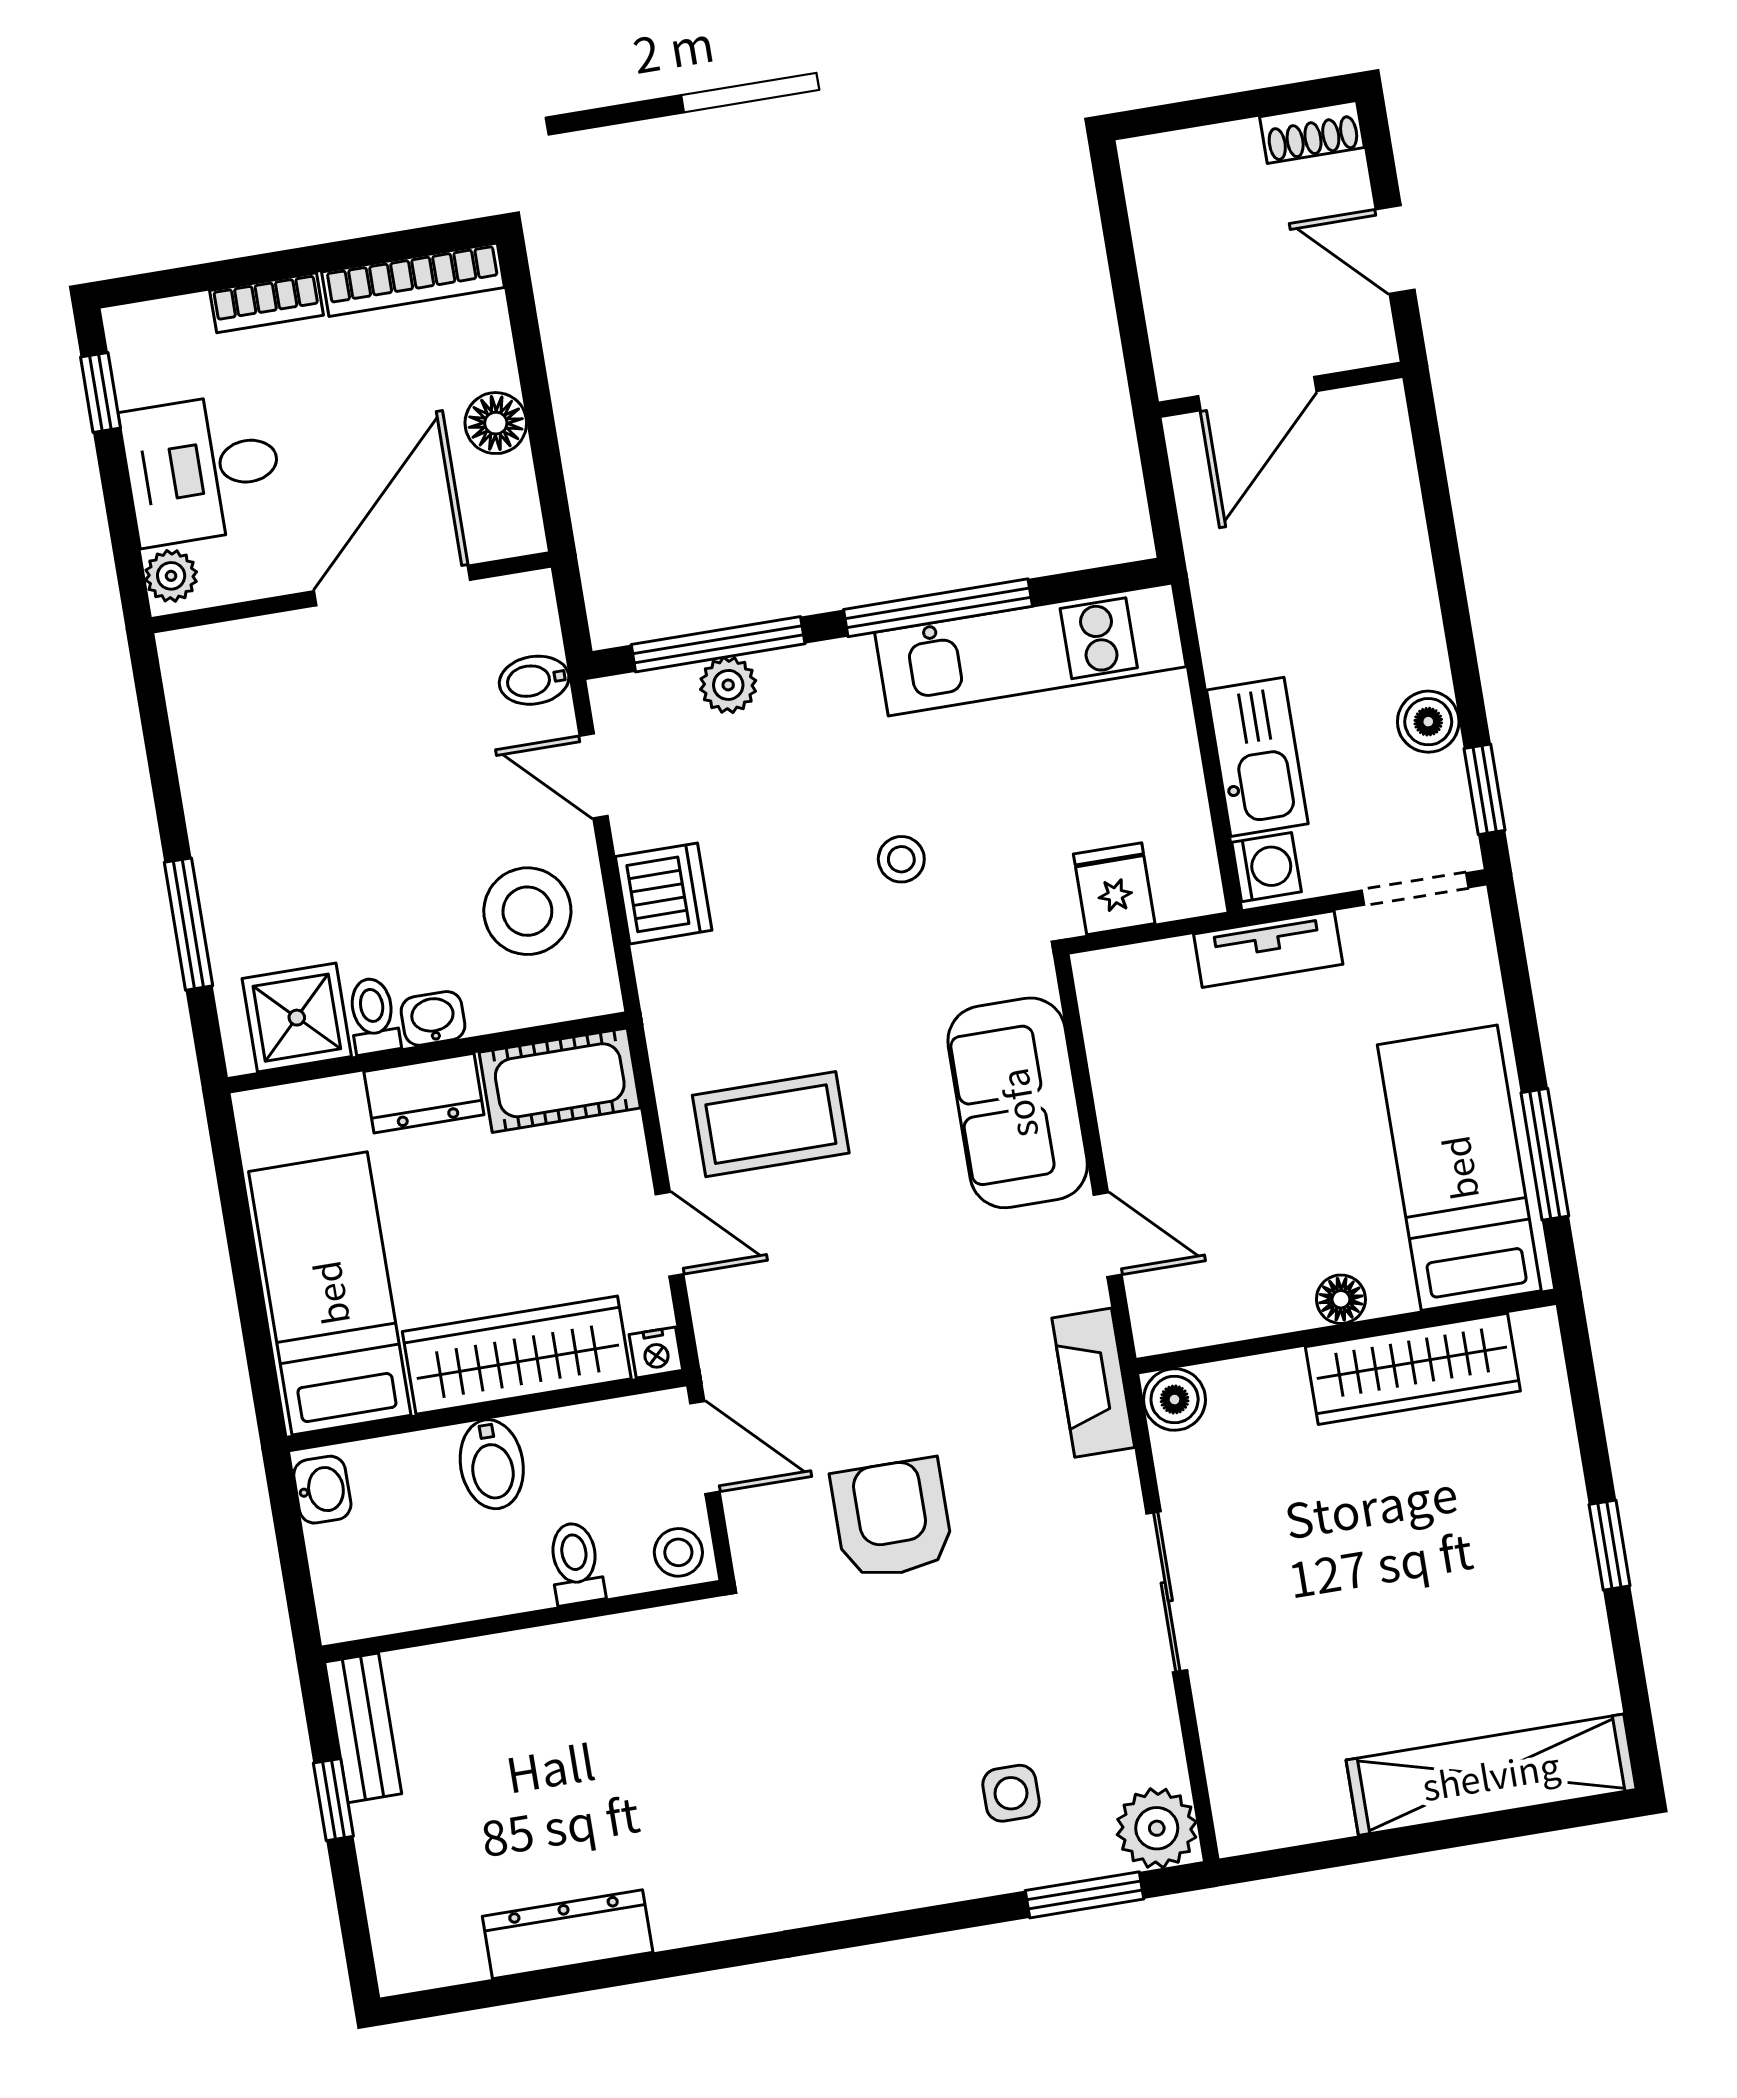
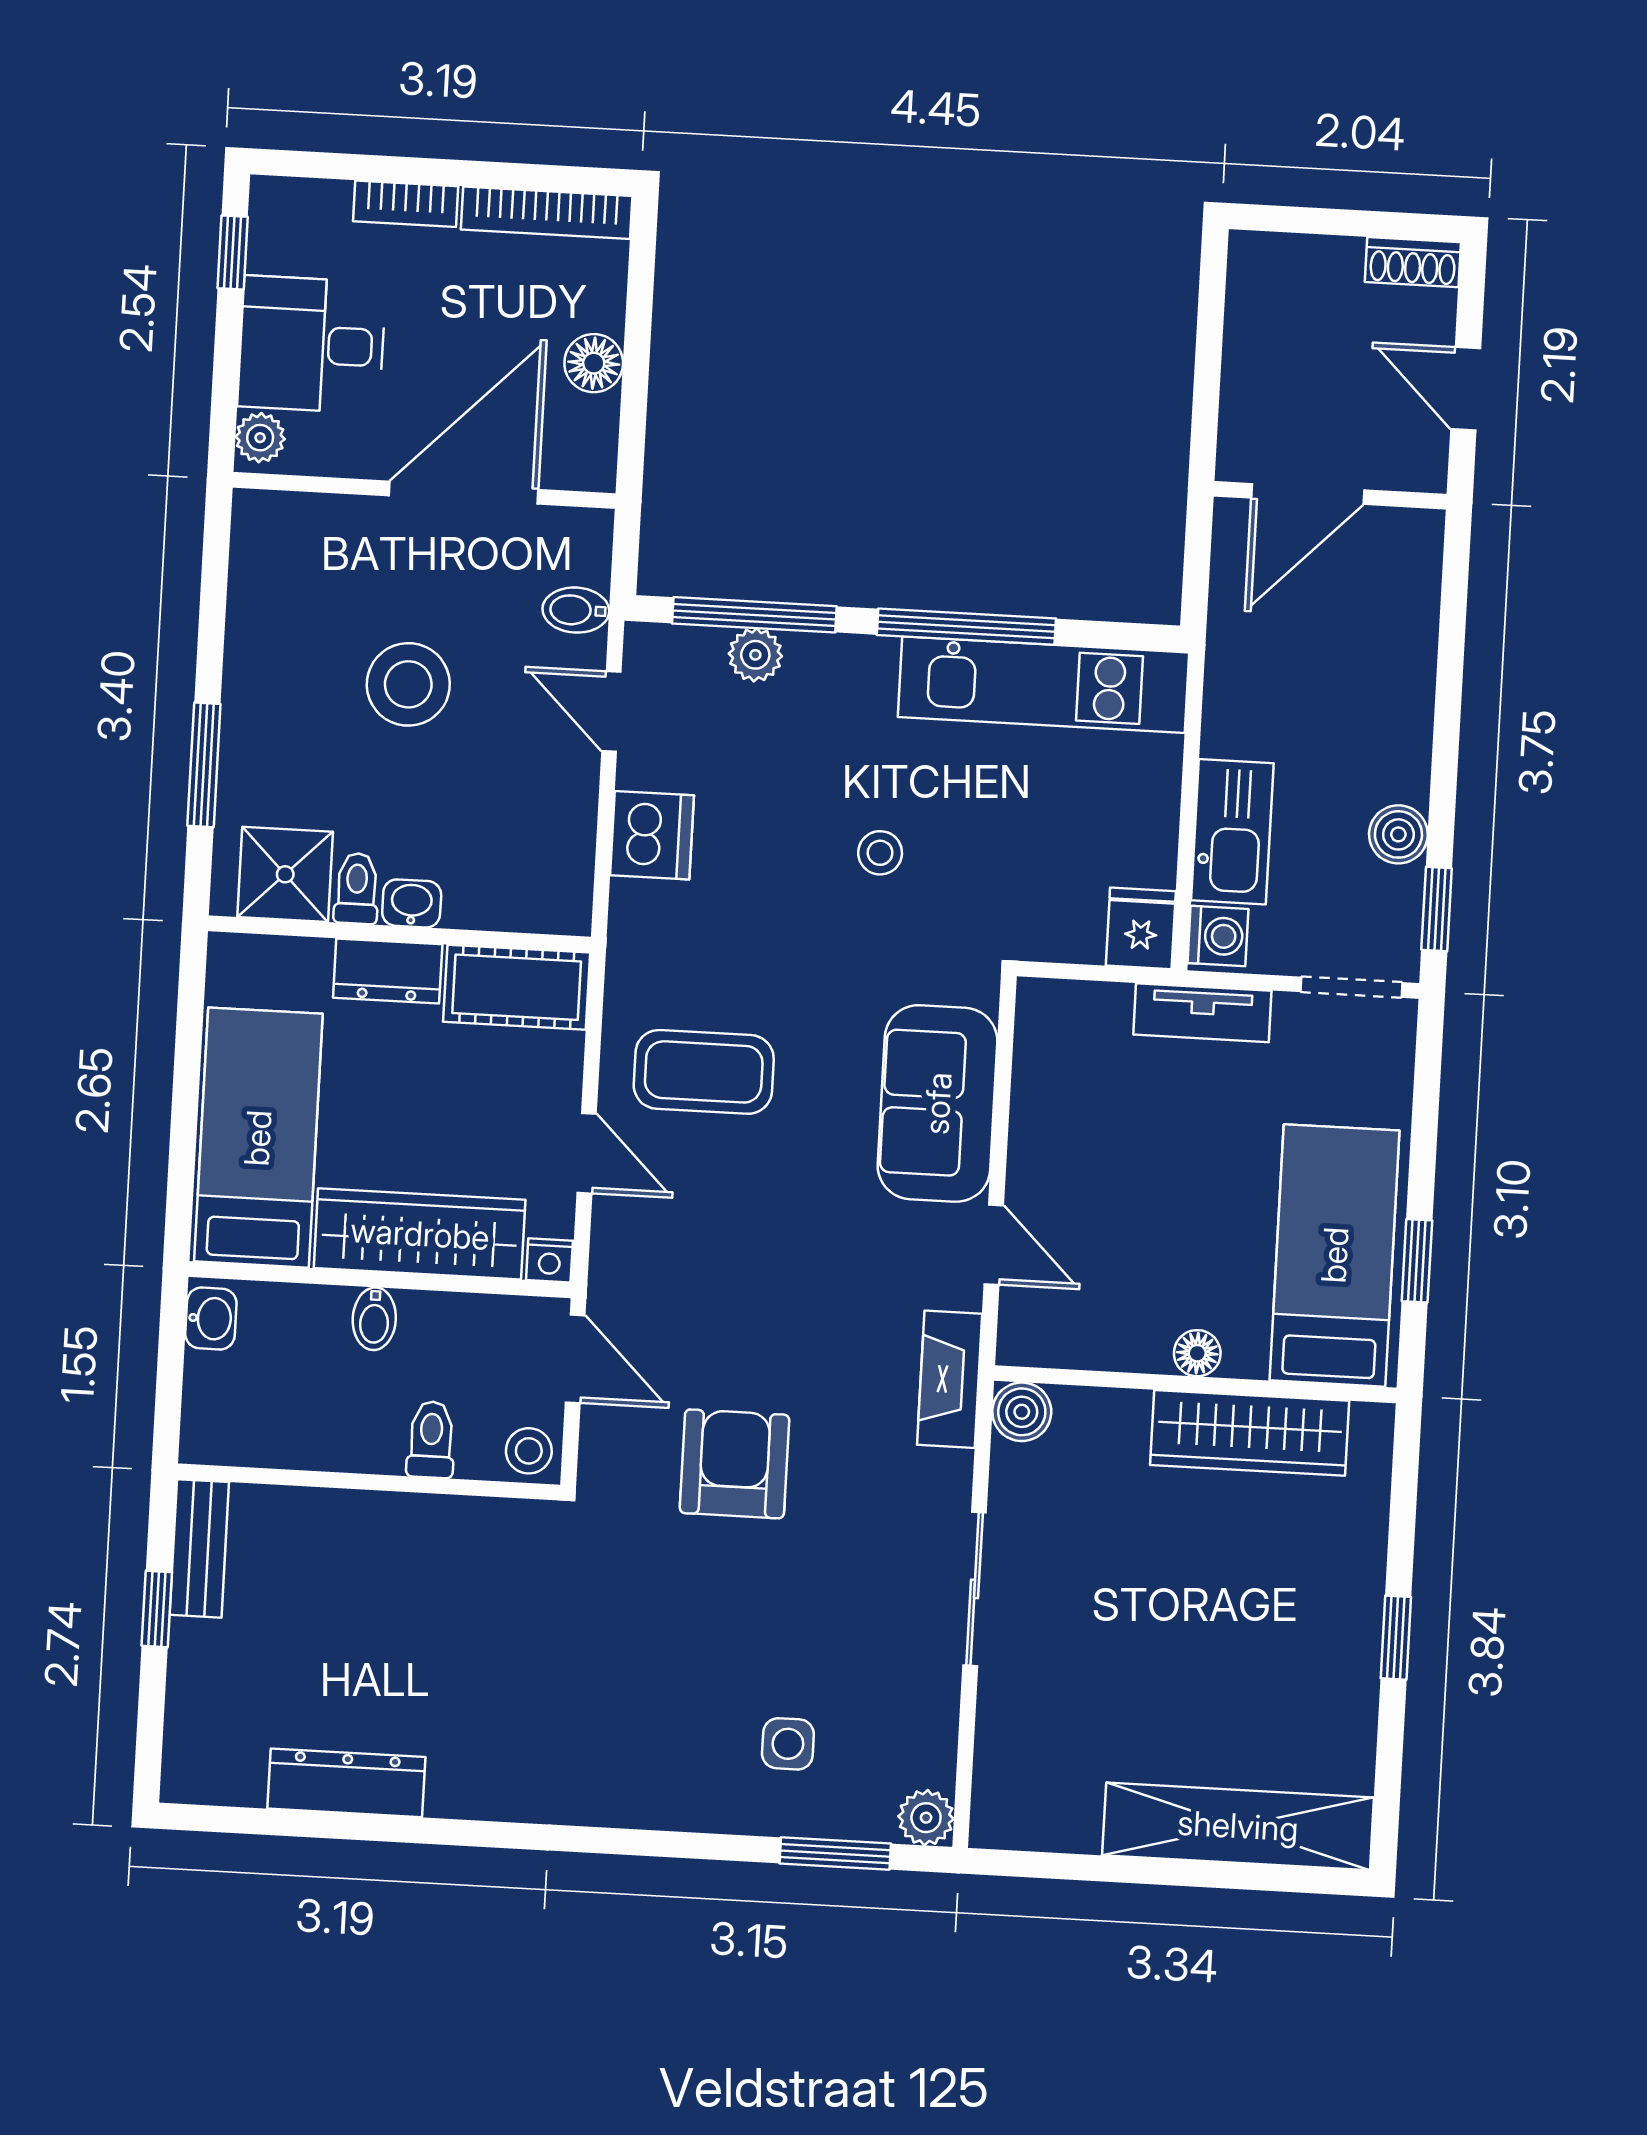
fridge: (1114, 889) -> (1141, 928), moved
stool: (527, 911) -> (408, 684), moved
window: (1545, 1154) -> (1417, 1261), width x0.67
bidet: (492, 1464) -> (374, 1319), width x0.72, depth x0.74
plant: (1157, 1828) -> (926, 1818), width x0.73, depth x0.73

